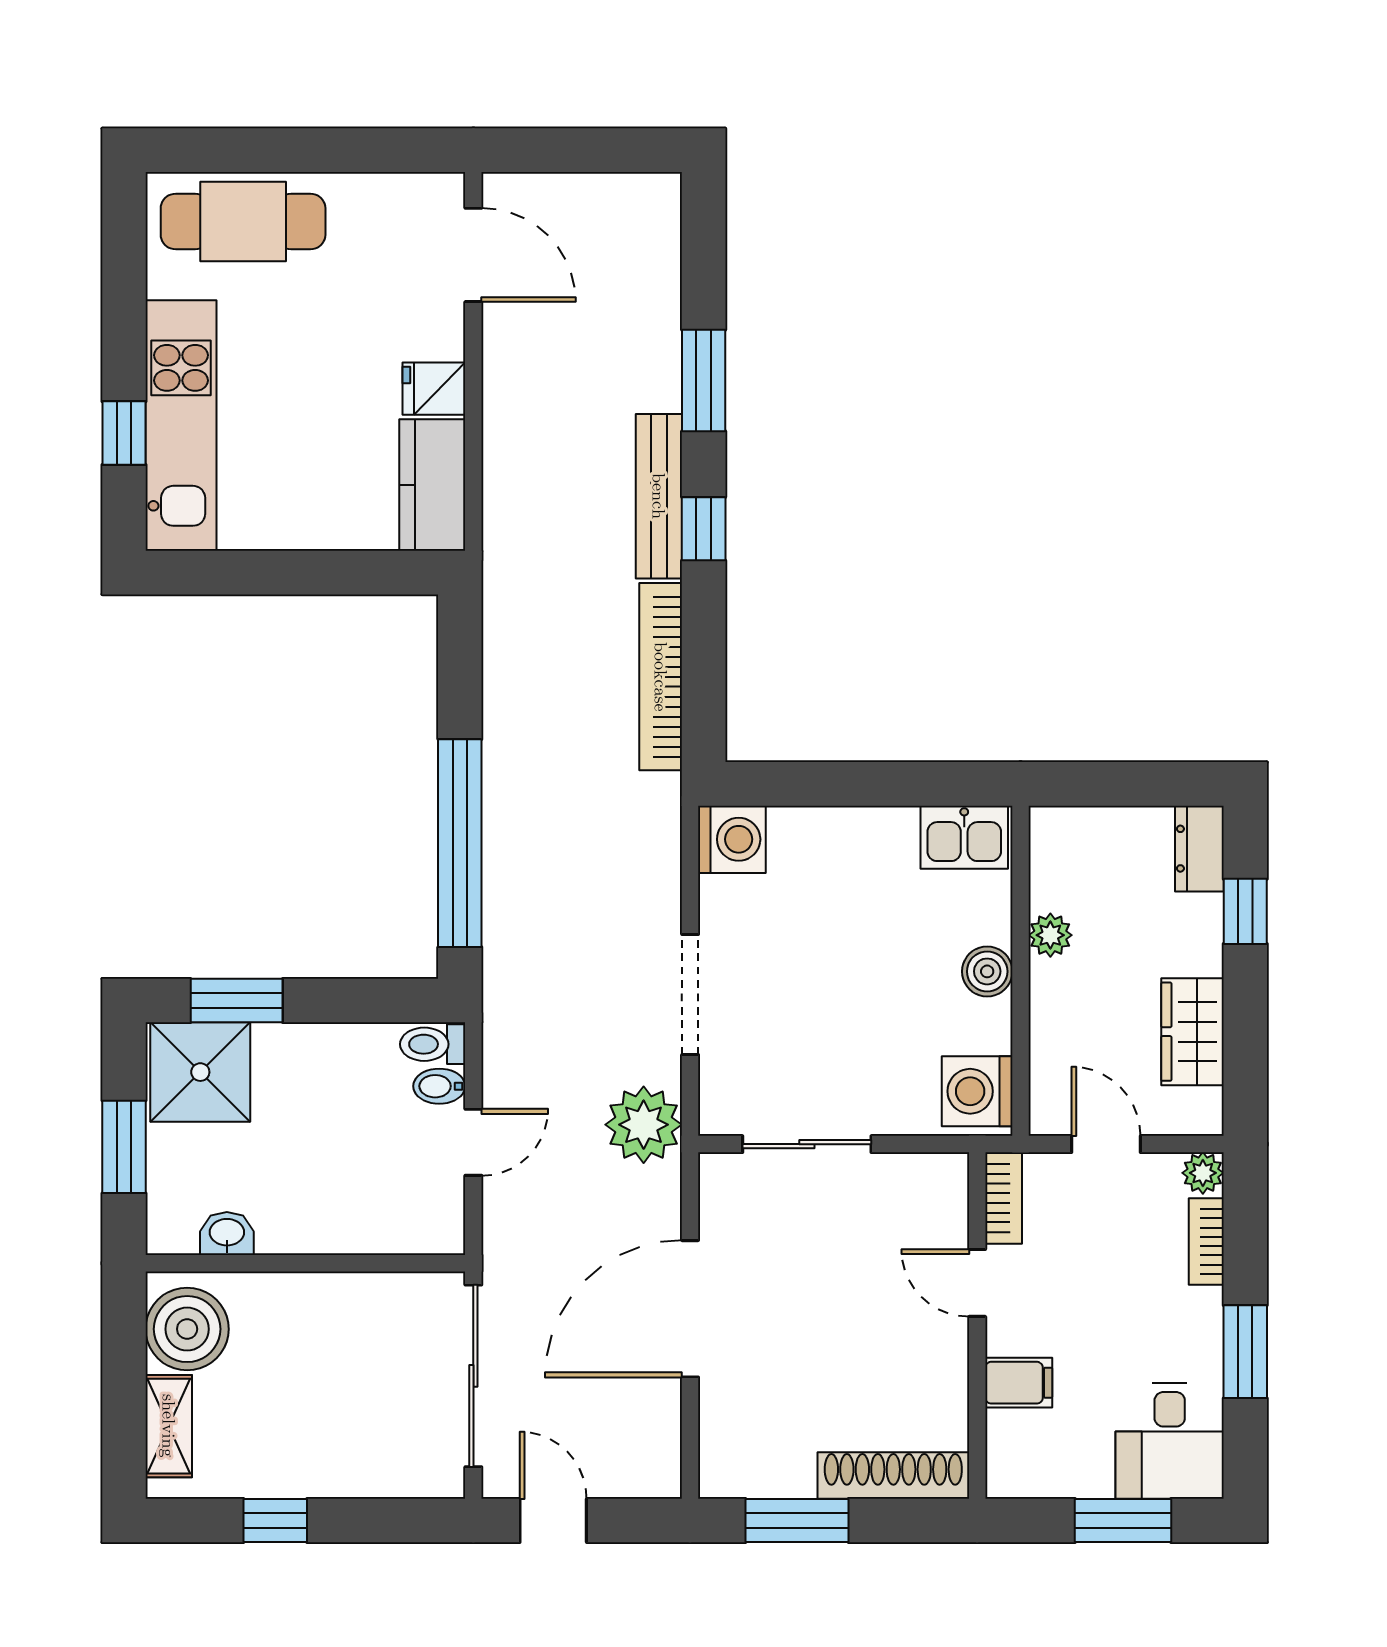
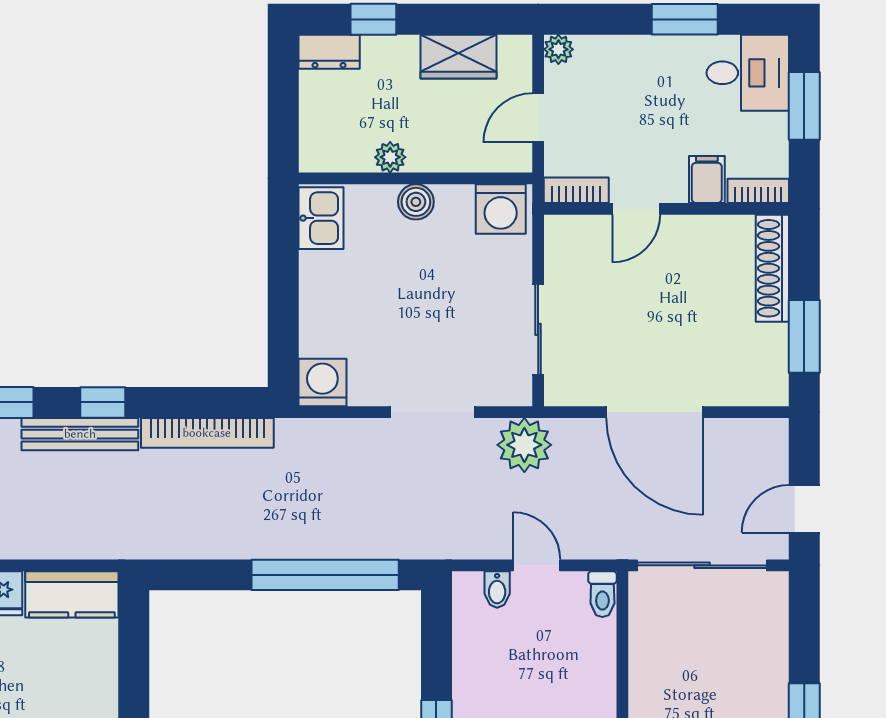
toilet: (433, 1044) -> (602, 594), moved
bookcase: (1206, 1241) -> (758, 191), moved, turned 180

